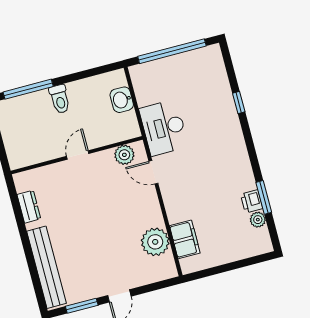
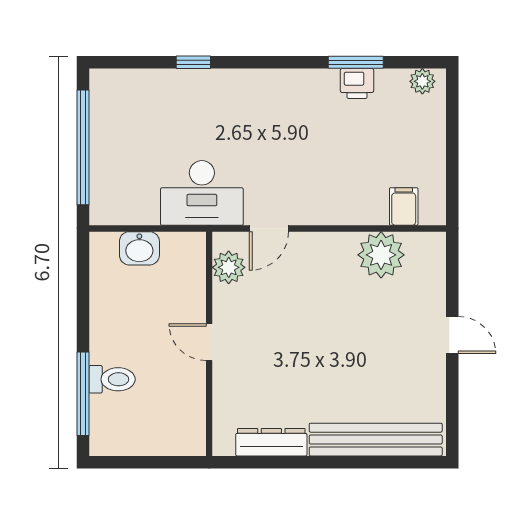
toilet: (60, 99) -> (112, 379), moved
dresser: (29, 207) -> (271, 442), width x1.44
plant: (258, 220) -> (422, 81), moved
filing cabinet: (185, 239) -> (404, 206), width x0.50
window: (82, 306) -> (452, 399), removed

